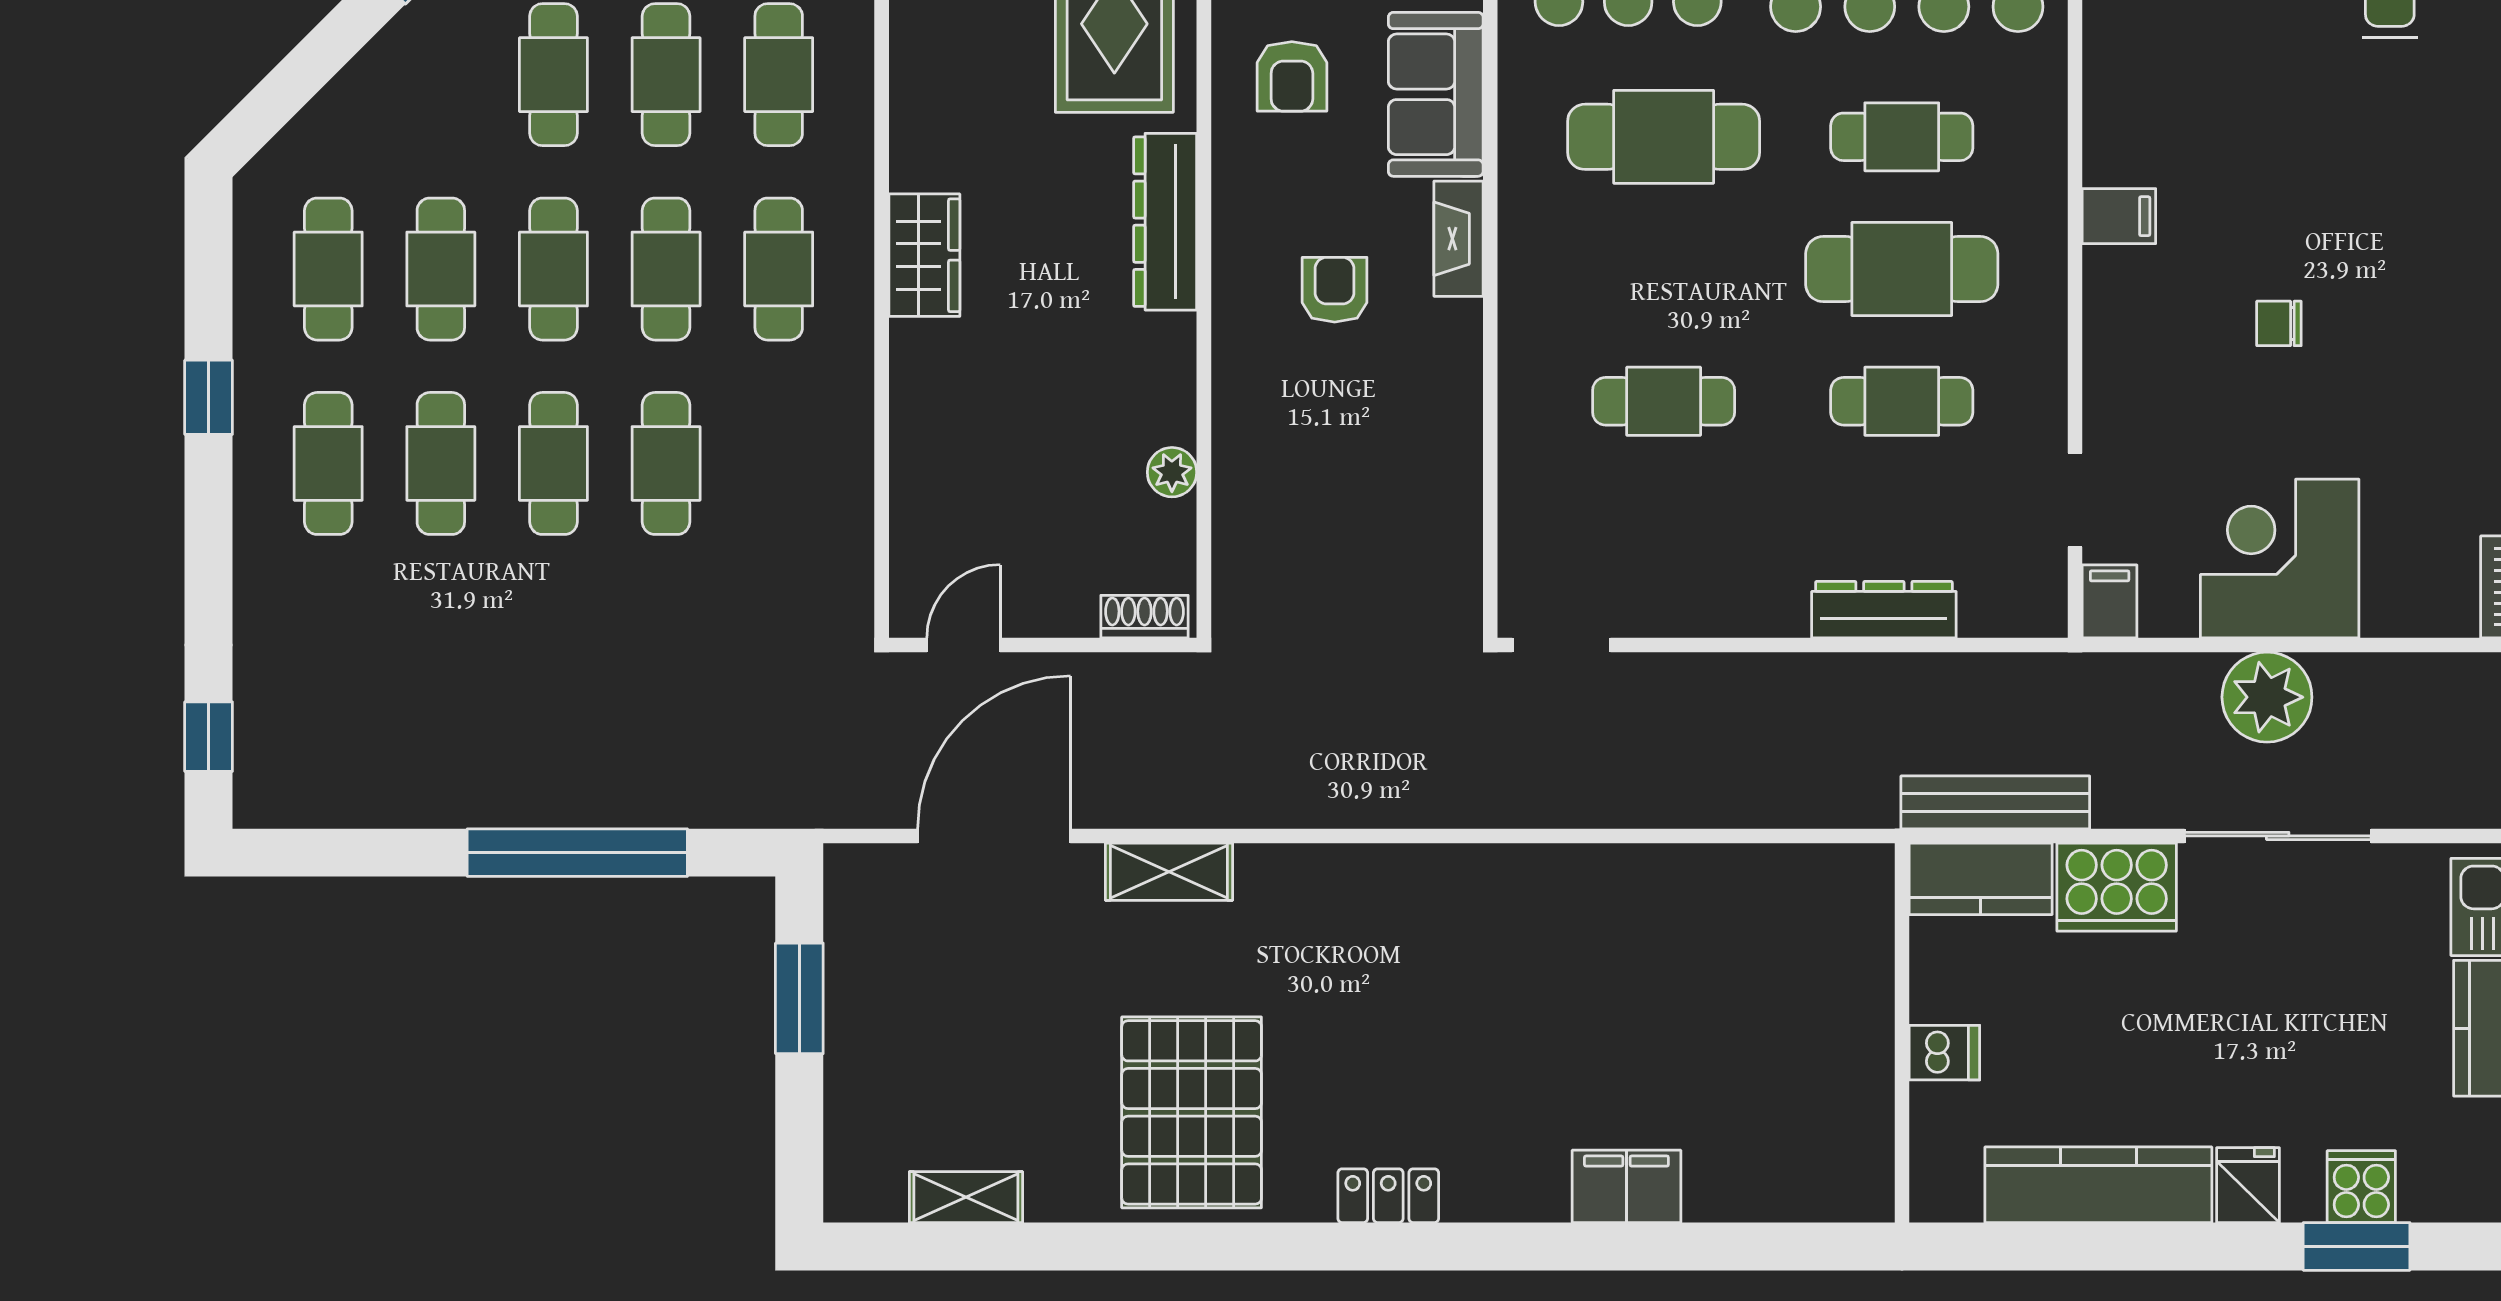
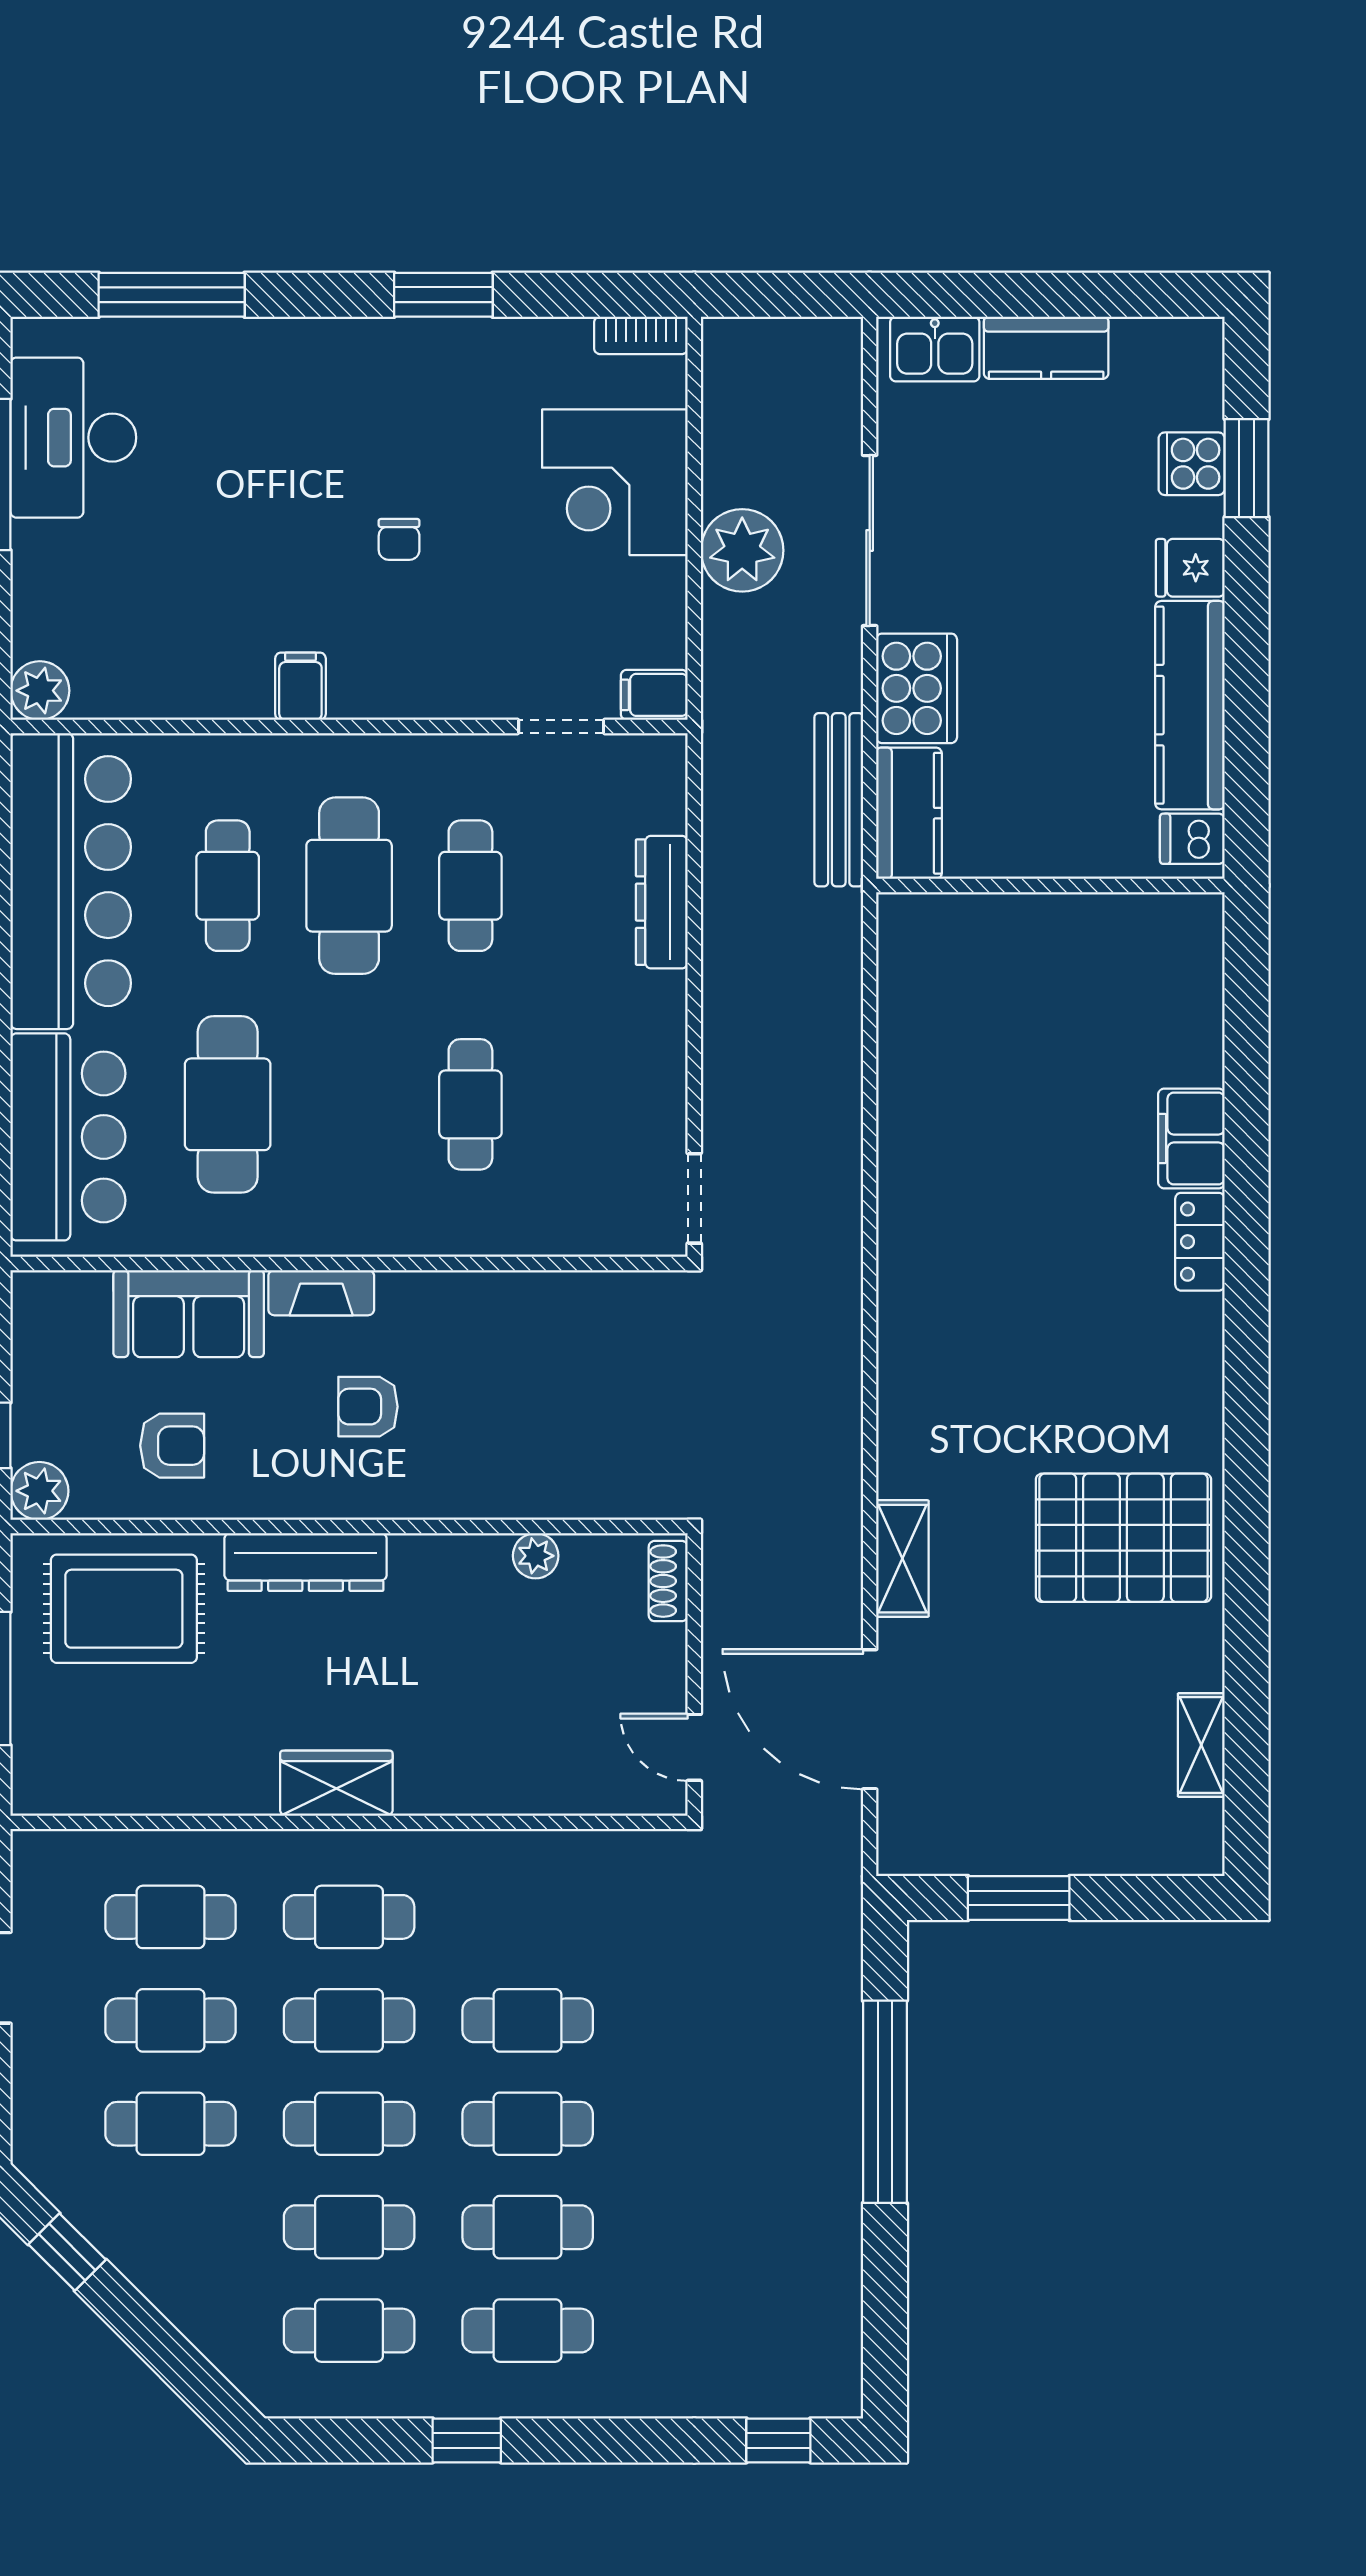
corner desk: (2280, 559) -> (615, 482), moved
dishwasher: (1944, 1053) -> (1192, 839), moved, turned -90
locker: (1388, 1196) -> (1200, 1242), moved

